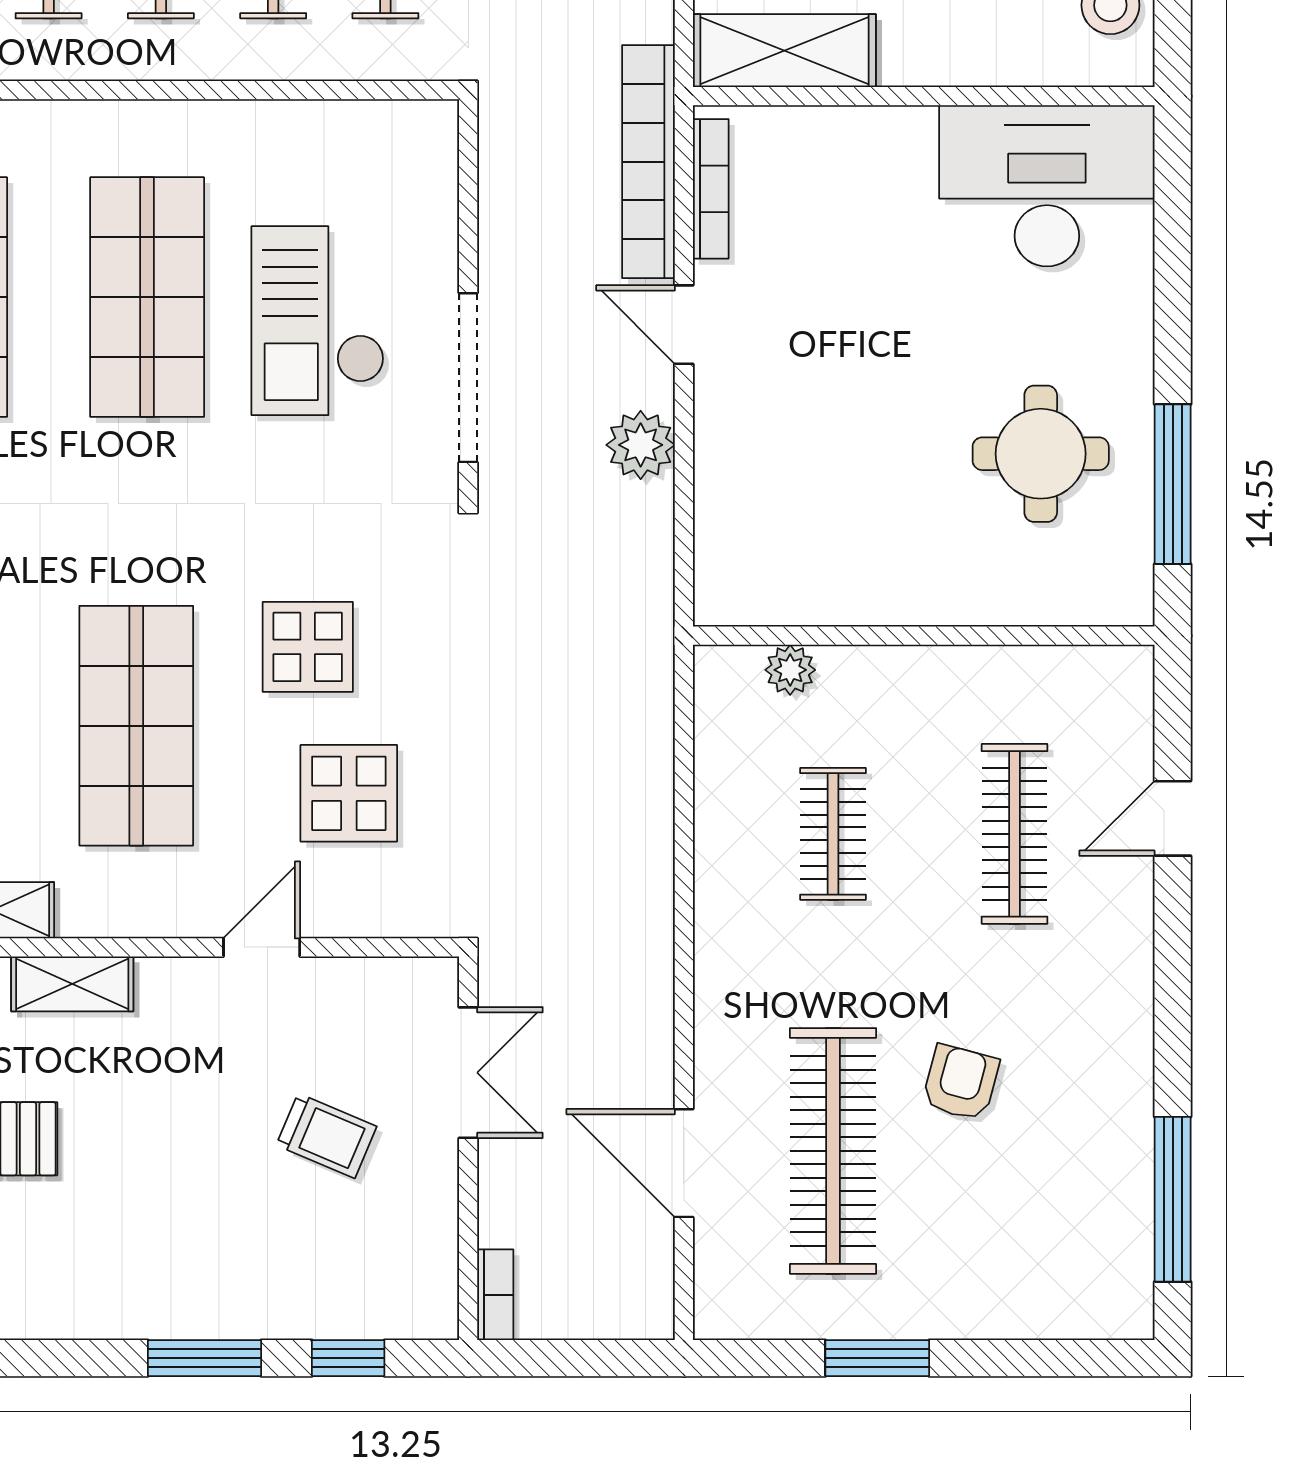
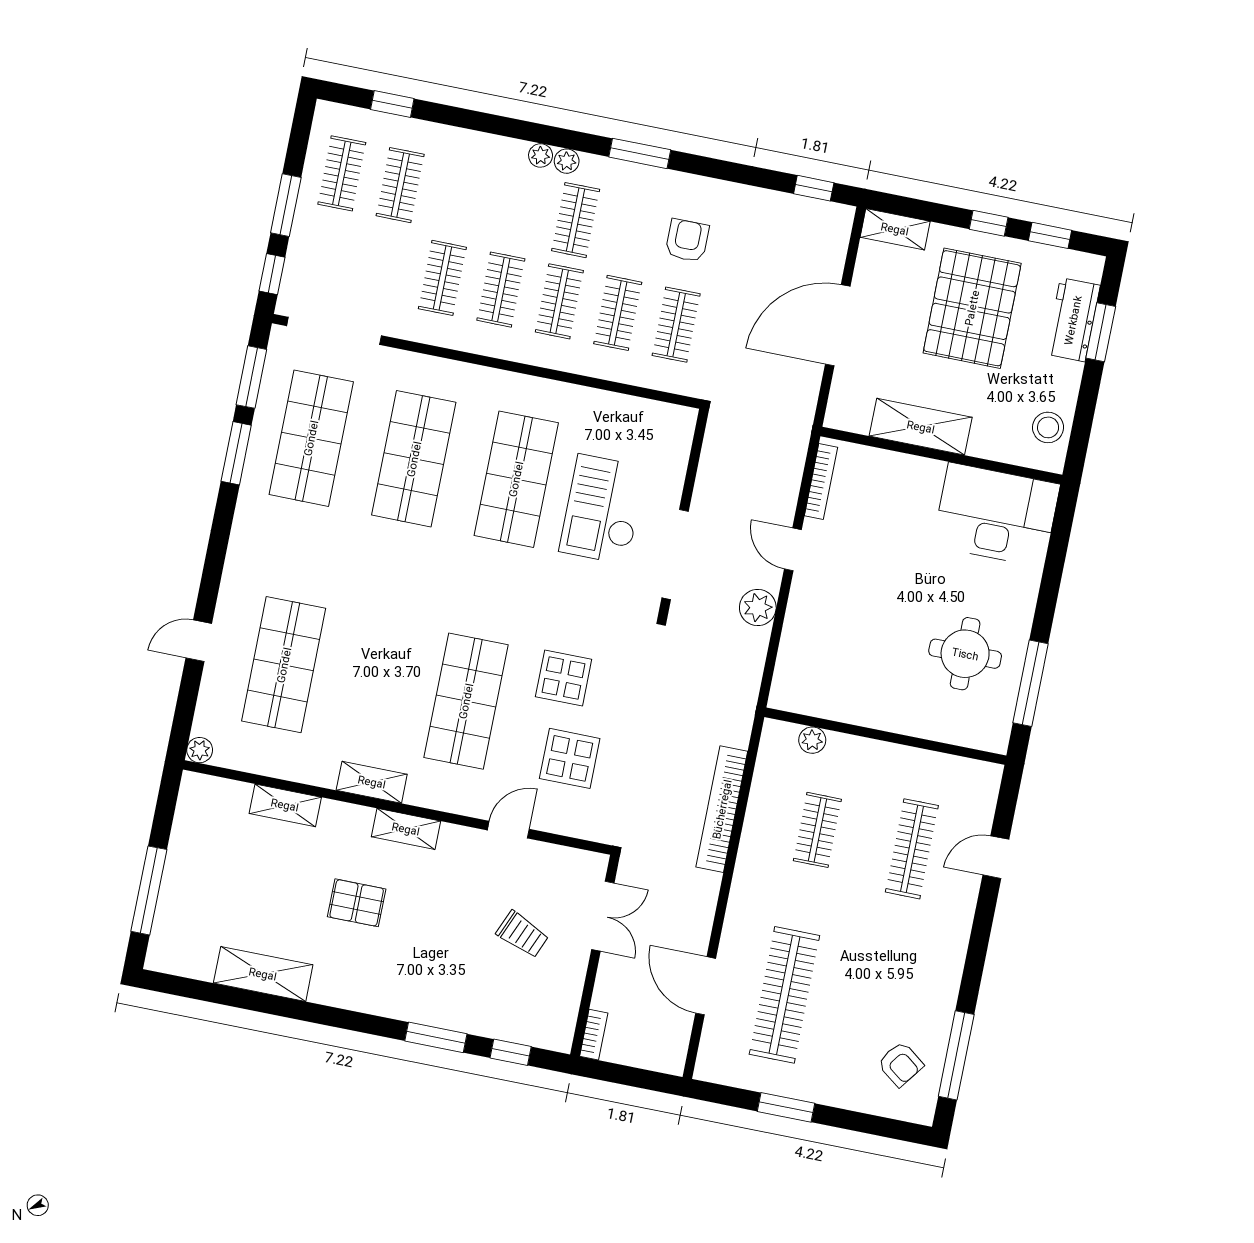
shelving: (784, 51) -> (921, 427), moved
bookcase: (649, 162) -> (722, 809), moved
armchair: (961, 1083) -> (900, 1064), moved, turned 112

